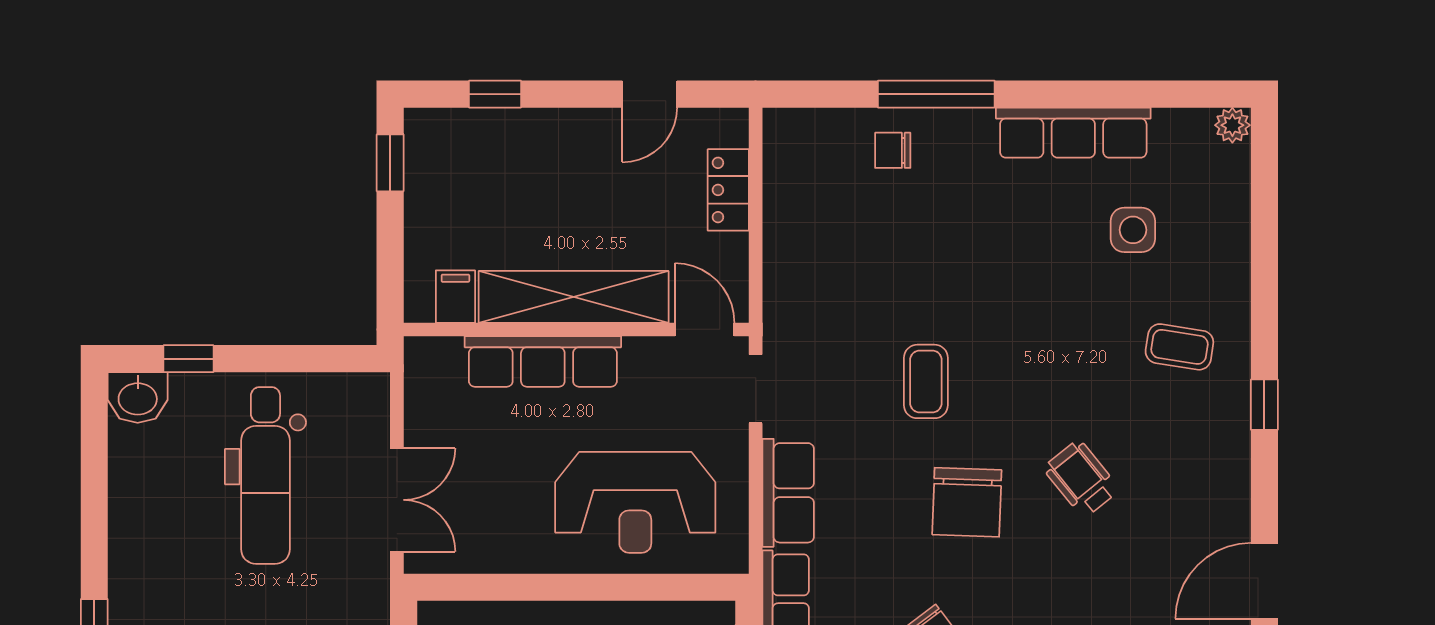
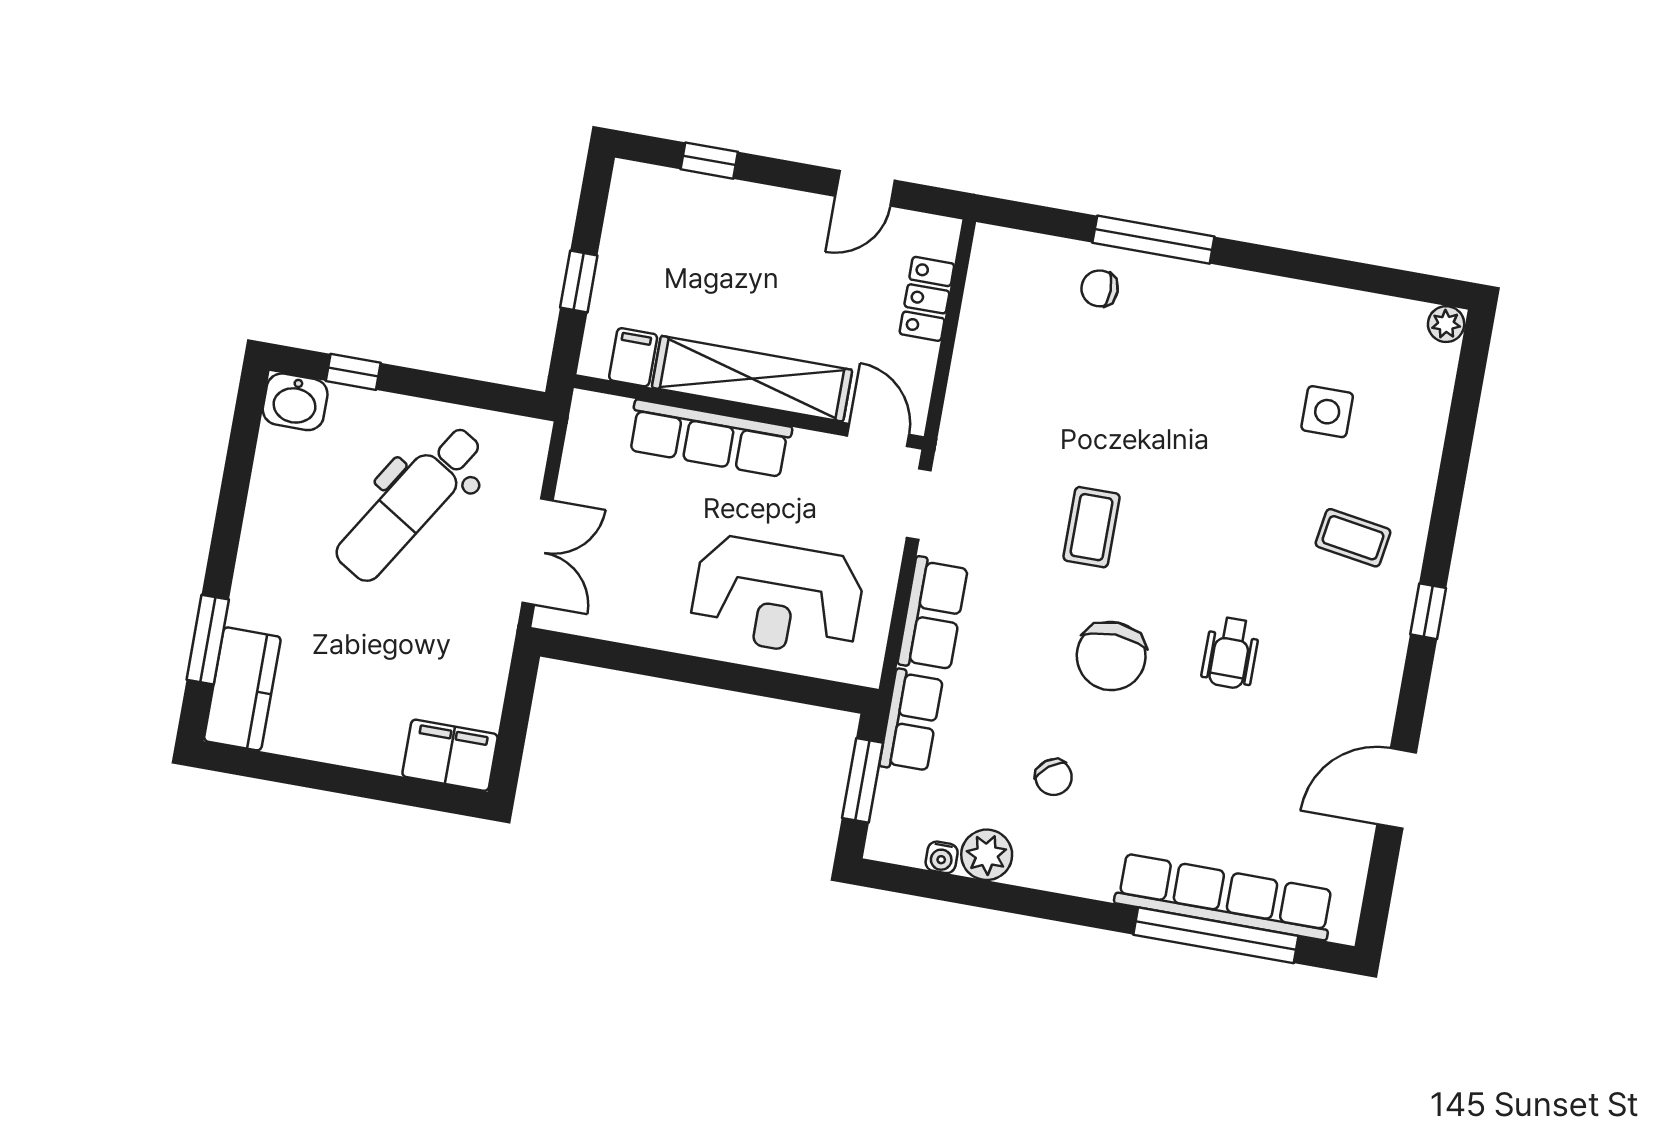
row of seats: (1073, 133) -> (1285, 303), removed
window: (390, 163) -> (579, 281), moved
dental chair: (265, 475) -> (410, 503), turned 32
wheelchair: (1081, 479) -> (1231, 653), turned -141

